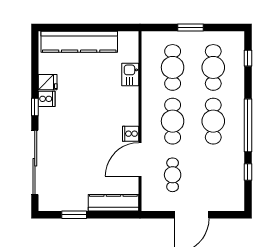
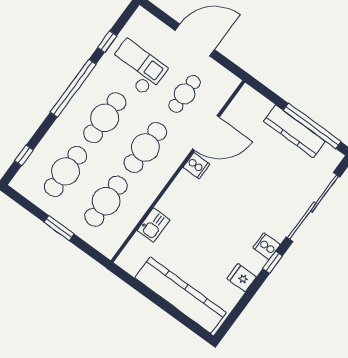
cooker: (47, 99) -> (266, 246), moved
checkout: (216, 169) -> (137, 67), added
kitchen counter: (113, 203) -> (294, 131), moved
window: (74, 215) -> (312, 126), width x2.11

